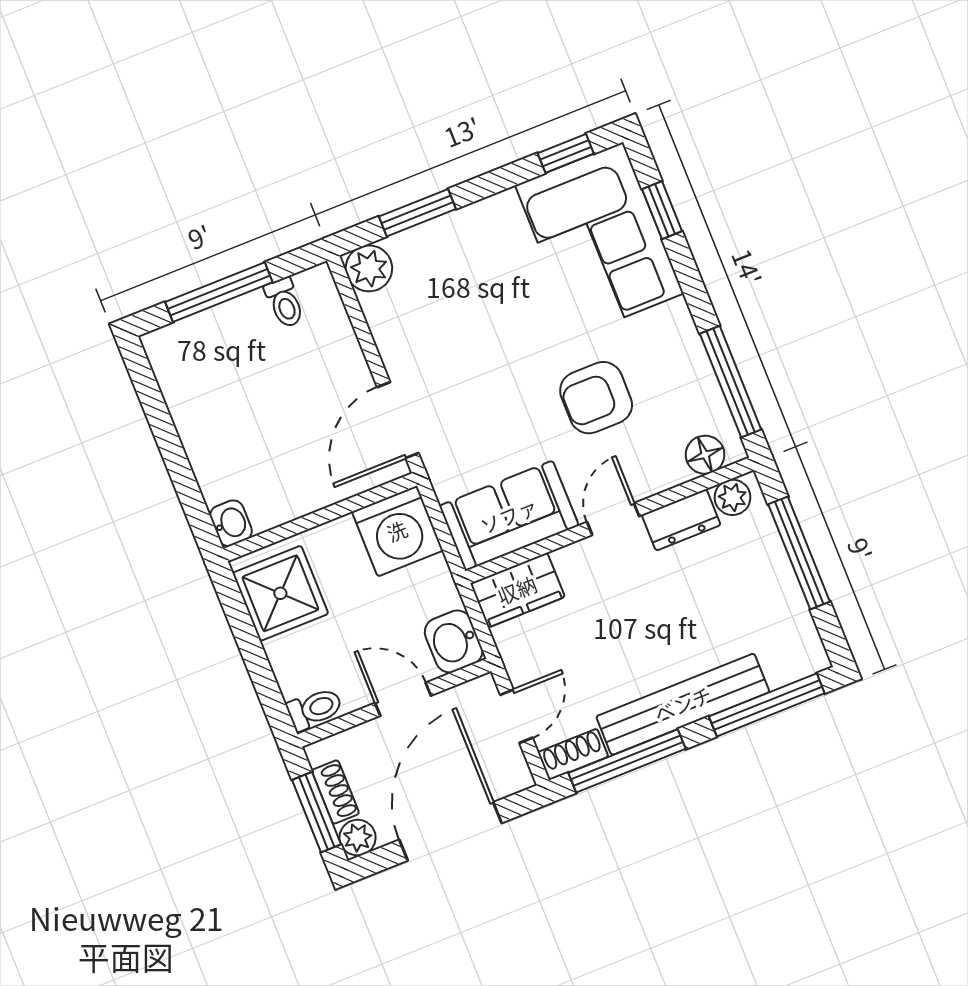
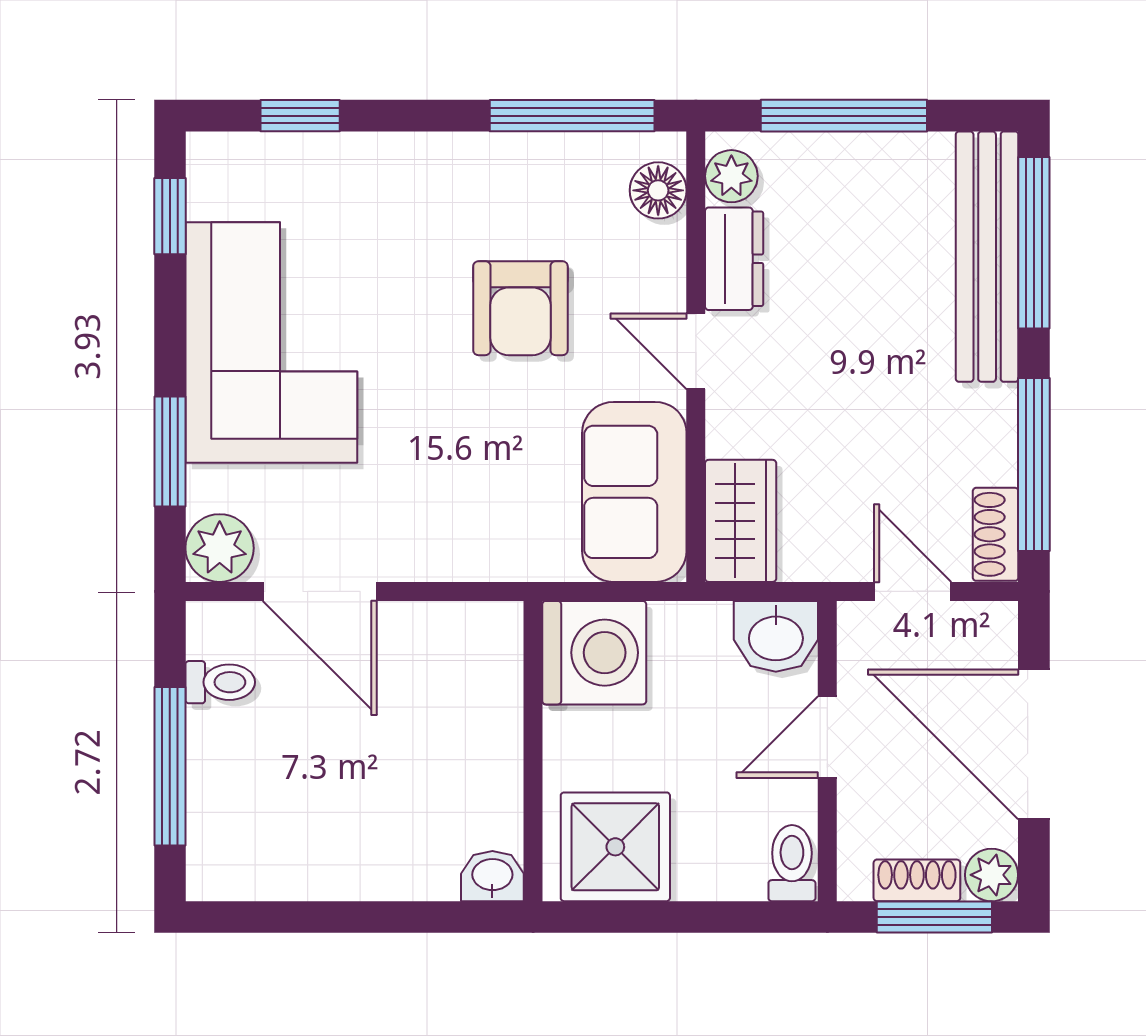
corner sofa: (599, 239) -> (271, 343), moved, turned -90
door: (398, 420) -> (320, 591), moved
bench: (683, 704) -> (987, 257), moved

